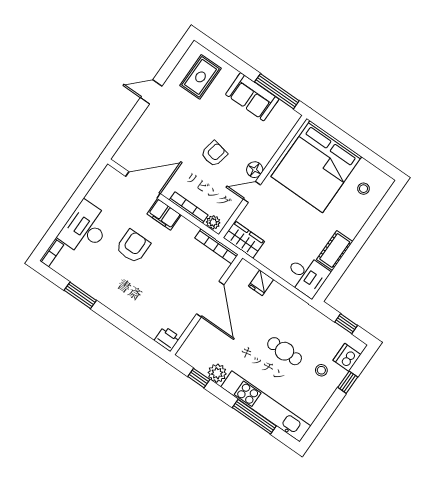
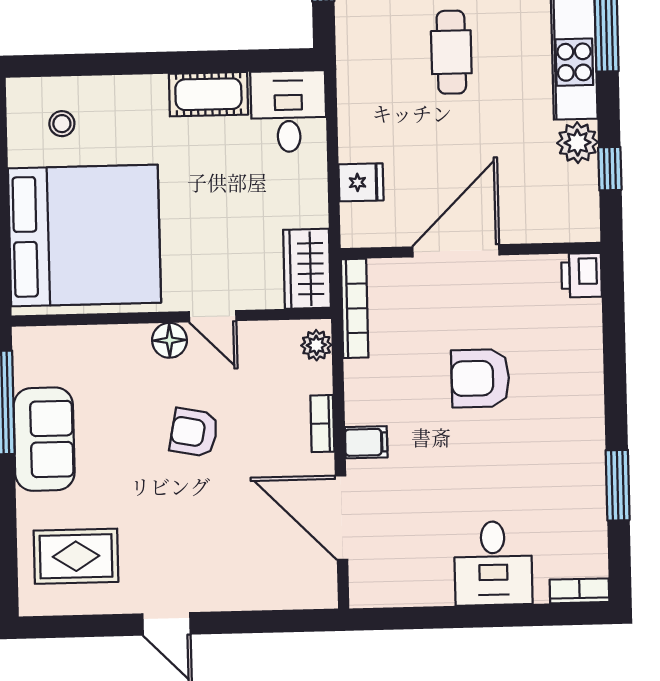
bookcase: (189, 208) -> (322, 424), width x0.64
filing cabinet: (164, 214) -> (366, 442), width x0.50
desk: (85, 228) -> (493, 563), width x0.73
armchair: (133, 246) -> (480, 378), moved

